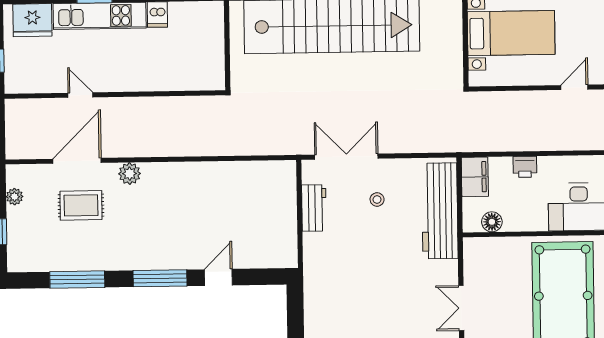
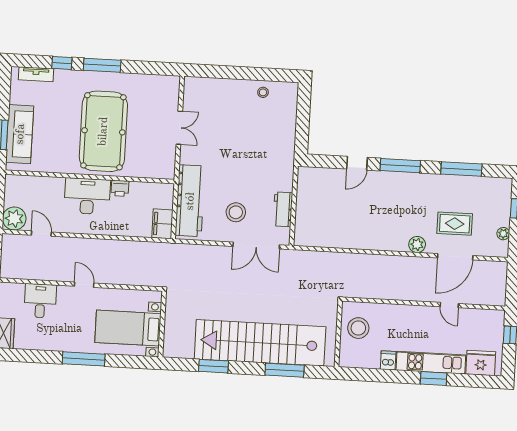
stool: (201, 55) -> (358, 328), added
door: (574, 87) -> (84, 285), swing flipped
printer: (525, 167) -> (120, 188), moved, turned 180
stool: (377, 199) -> (236, 212), width x1.89, depth x1.89
floor lamp: (492, 222) -> (152, 190), removed

